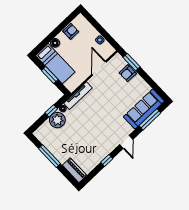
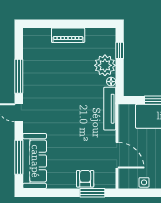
window: (51, 111) -> (120, 50), moved
window: (50, 156) -> (77, 24), removed
window: (107, 160) -> (19, 76), width x2.17
piano: (75, 170) -> (68, 35), moved

